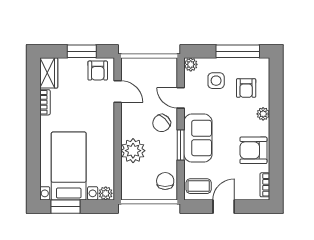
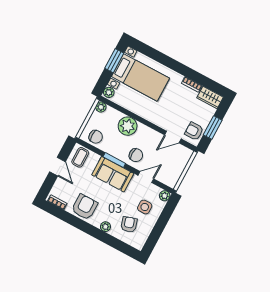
window: (238, 51) -> (157, 232), removed
armchair: (246, 88) -> (129, 224), turned 73
chair: (162, 123) -> (136, 155), turned 136
plant: (128, 193) -> (101, 107), added

